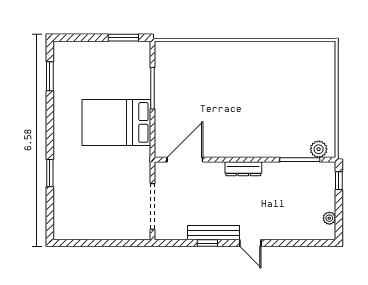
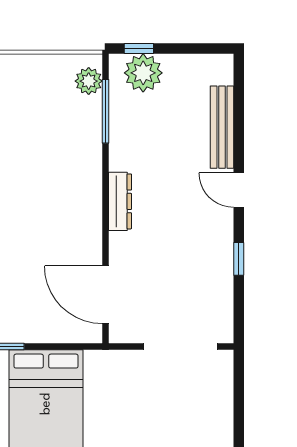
plant: (329, 218) -> (143, 73), moved, width x1.88, depth x1.88
bench: (214, 233) -> (222, 127), moved
door: (250, 243) -> (239, 190), swing flipped

